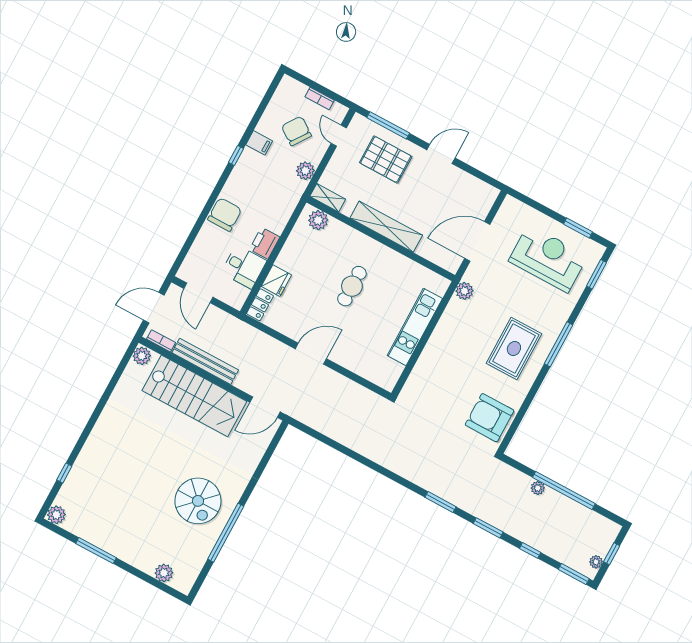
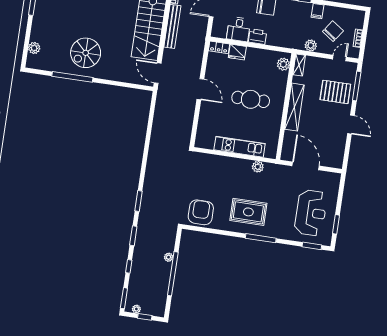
pallet: (386, 159) -> (335, 92), turned 90
cafe table: (352, 286) -> (251, 99), width x1.37, depth x1.35
plant: (464, 291) -> (258, 167), moved

